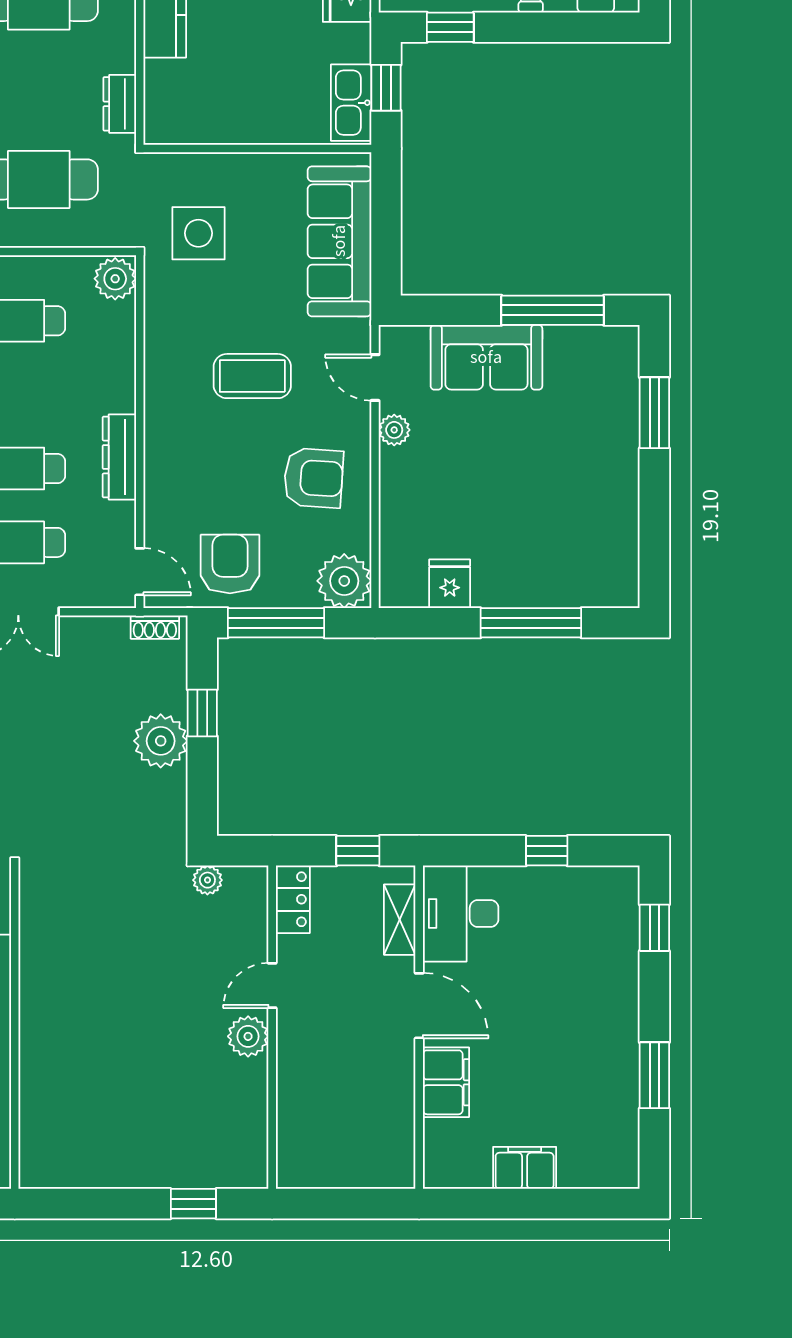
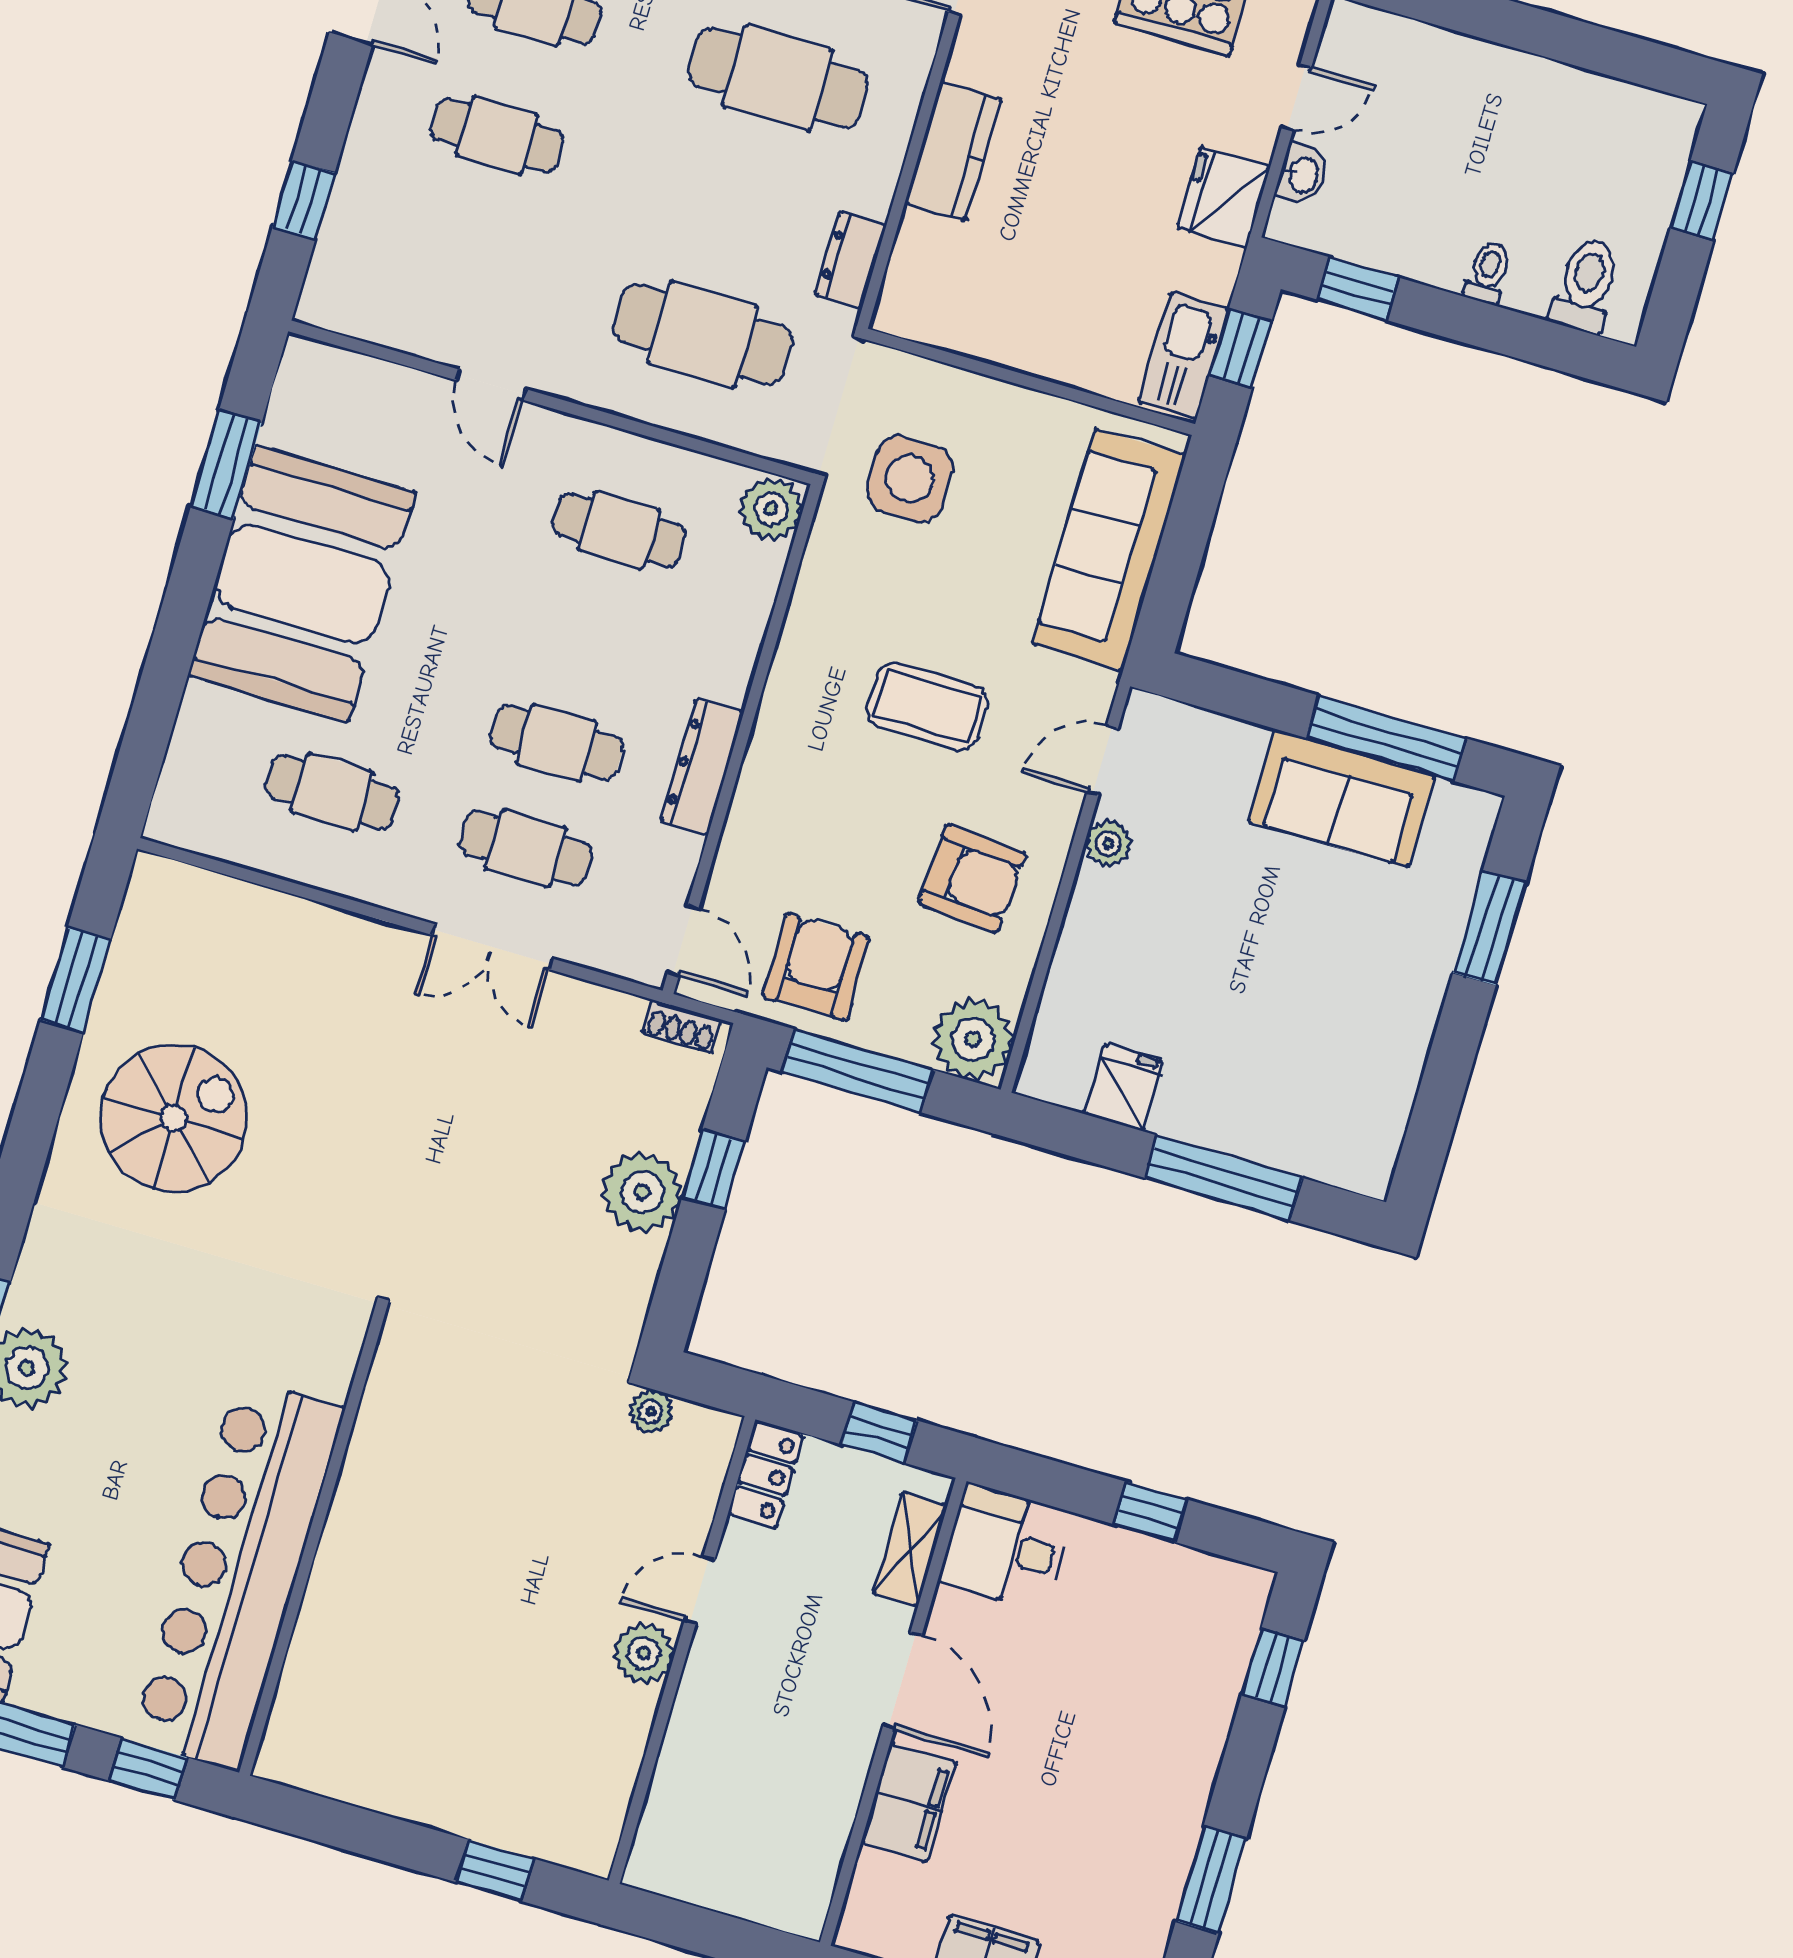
sofa: (486, 357) -> (1342, 798), moved
door: (375, 378) -> (1103, 760), hinge flipped
desk: (461, 914) -> (1006, 1547), width x0.73

